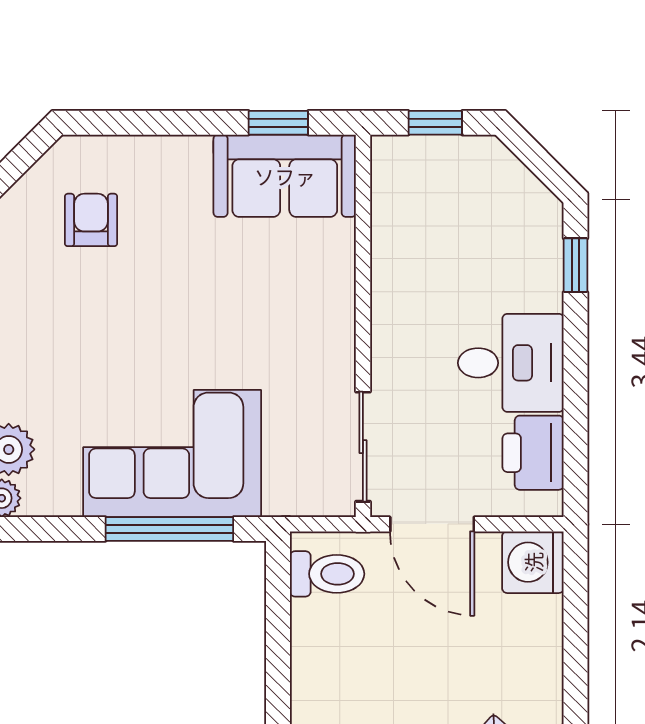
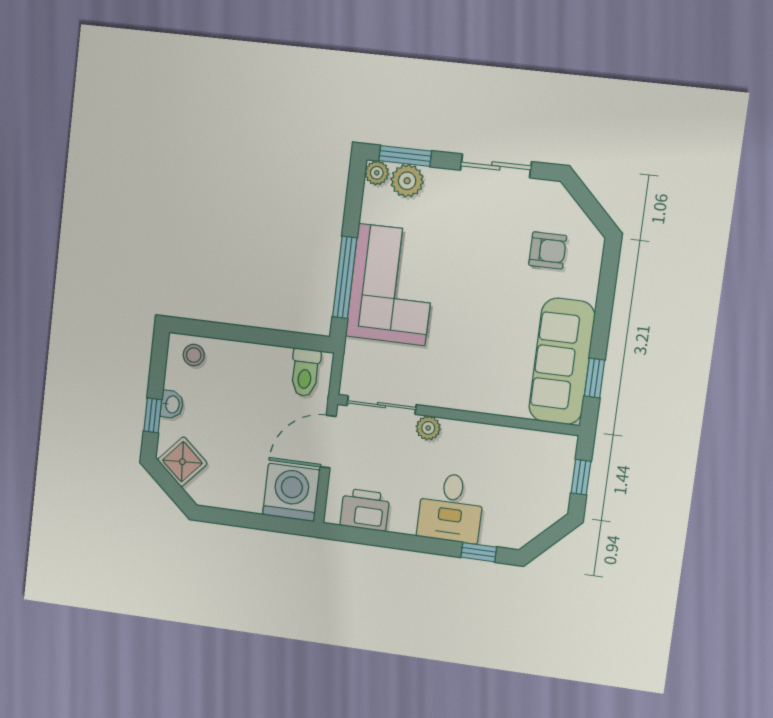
sofa: (285, 176) -> (562, 361), width x1.36
desk: (511, 363) -> (451, 508), moved
plant: (390, 369) -> (428, 428), added
washing machine: (533, 562) -> (291, 492), width x1.37, depth x1.37

